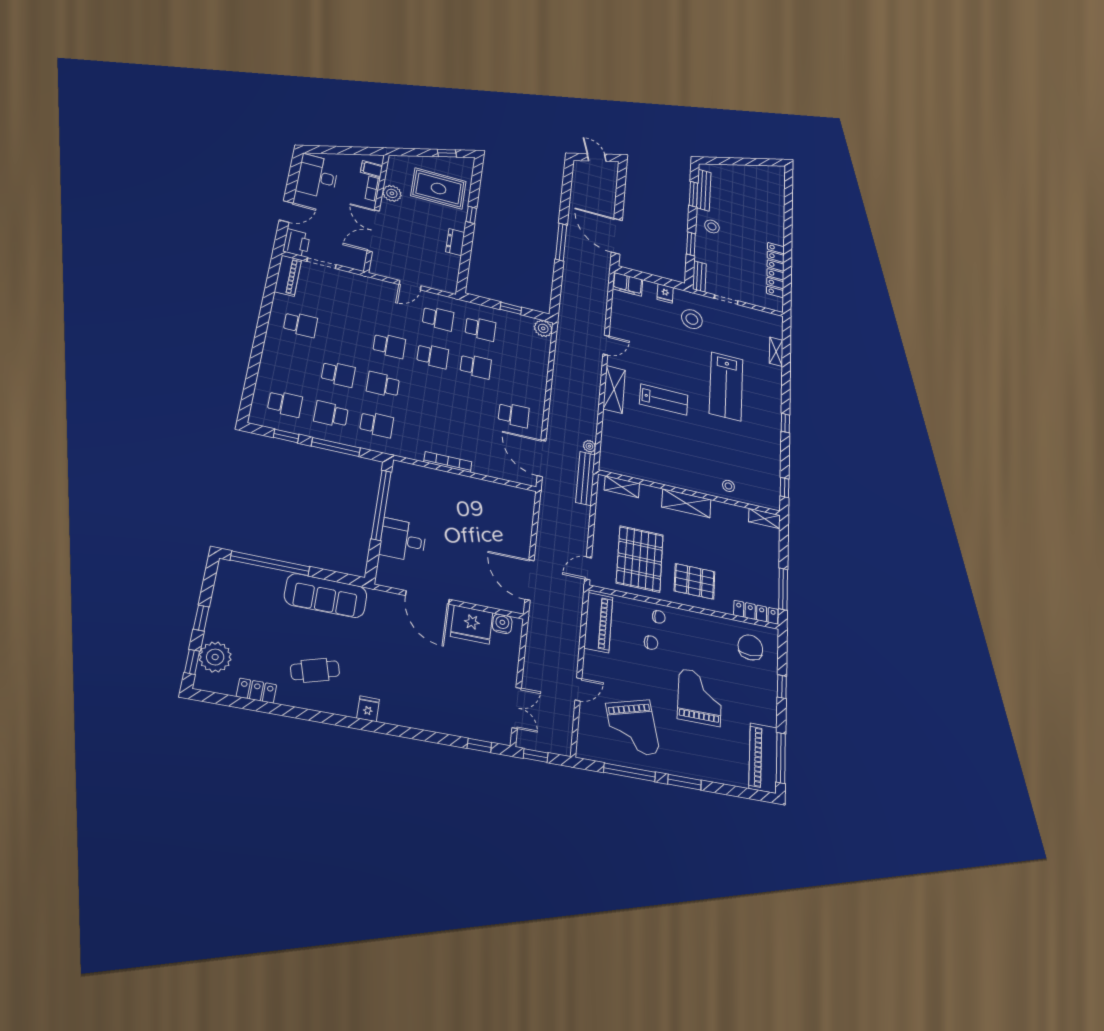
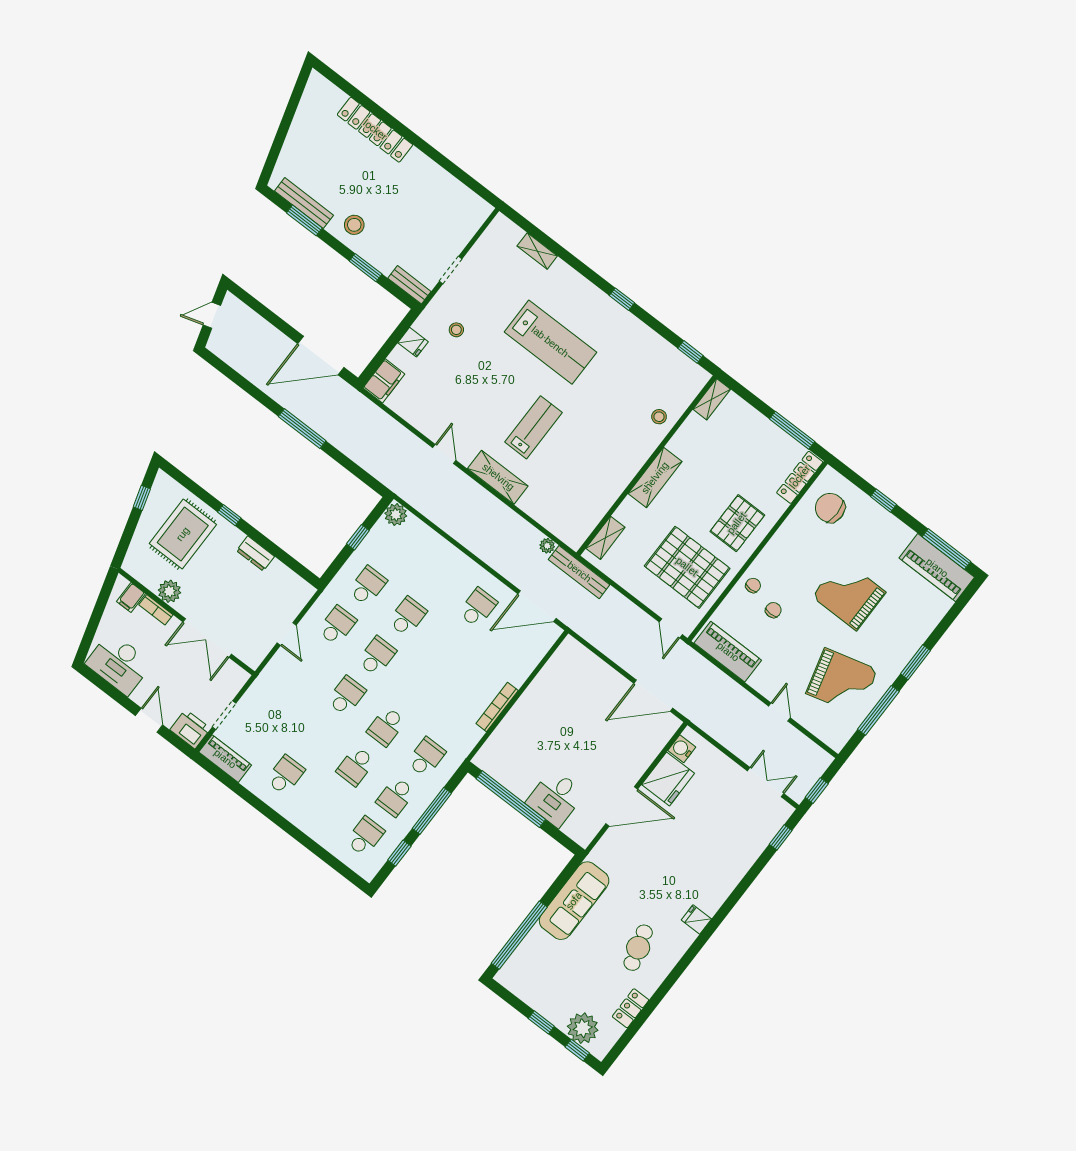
locker: (775, 270) -> (375, 130), moved
stool: (692, 319) -> (456, 330), width x0.53, depth x0.53
school desk: (338, 374) -> (356, 766), turned 180

